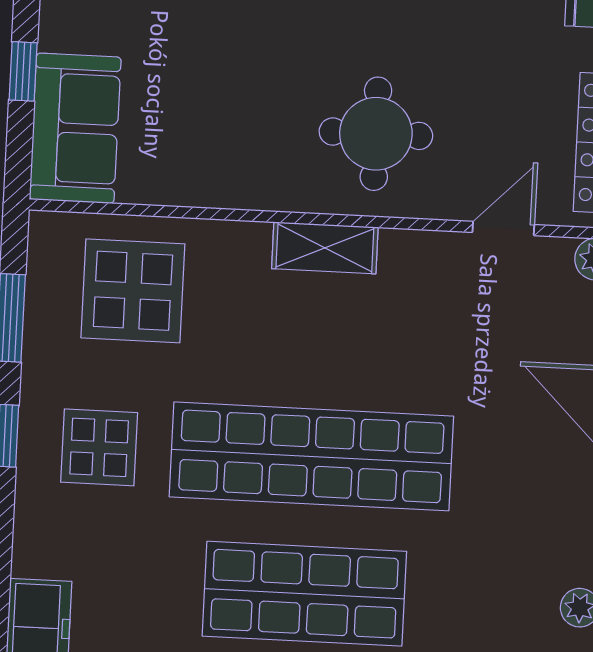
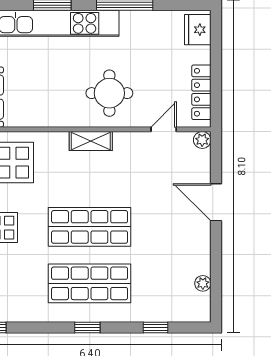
shop shelf: (311, 456) -> (90, 227), width x0.71

